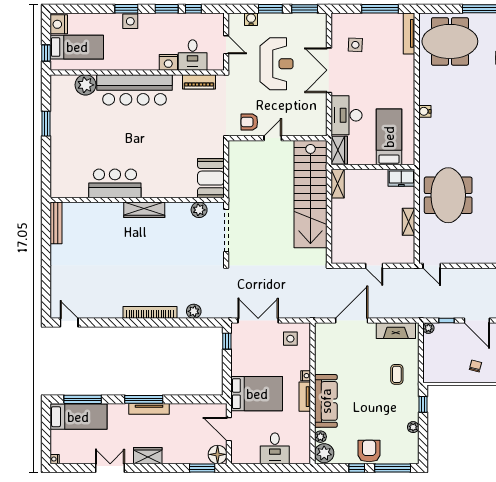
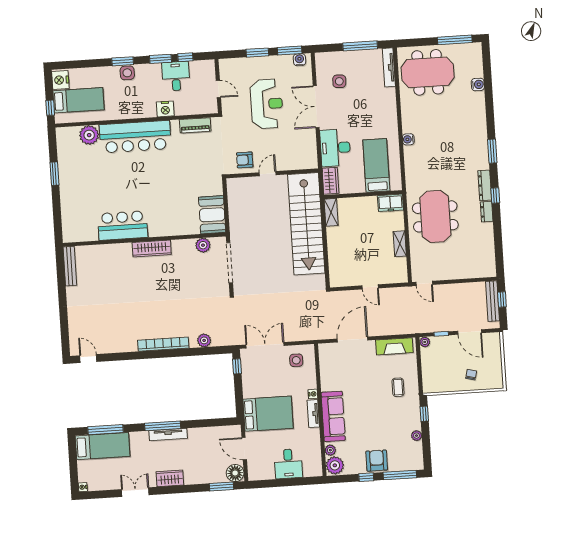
water cooler: (251, 19) -> (299, 60), moved
desk: (193, 55) -> (176, 76), moved, turned 180

